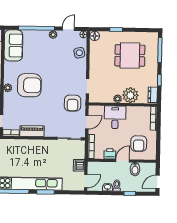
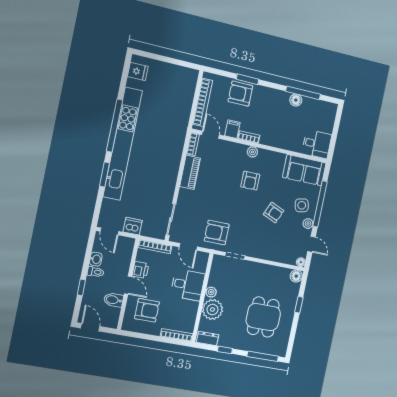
side table: (79, 53) -> (302, 205), moved
armchair: (50, 63) -> (274, 213), added
armchair: (29, 85) -> (250, 181), width x0.53, depth x0.53
armchair: (139, 144) -> (147, 310), turned 180

